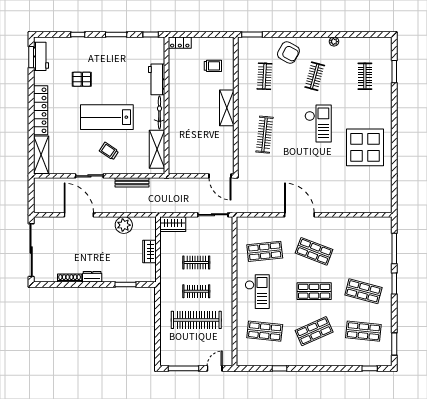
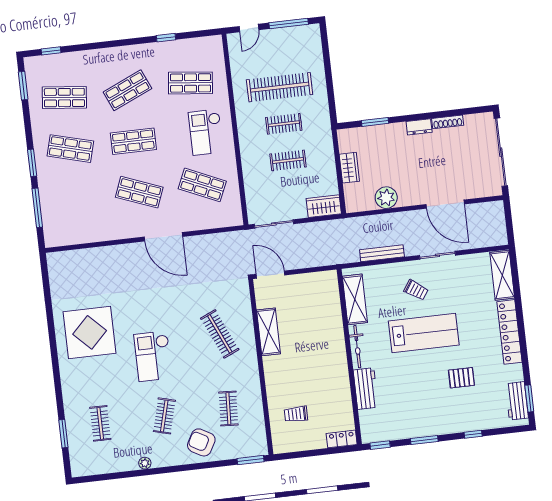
shelving: (227, 108) -> (268, 332), moved
clothes rail: (265, 135) -> (220, 334), turned -30
shop shelf: (265, 251) -> (202, 185), turned 30

